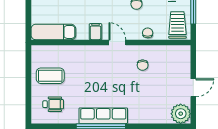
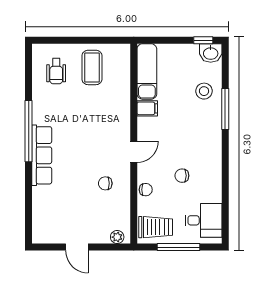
filing cabinet: (95, 32) -> (147, 108), moved
plant: (181, 114) -> (117, 237), moved, width x0.53, depth x0.53
row of seats: (103, 116) -> (42, 155), moved

